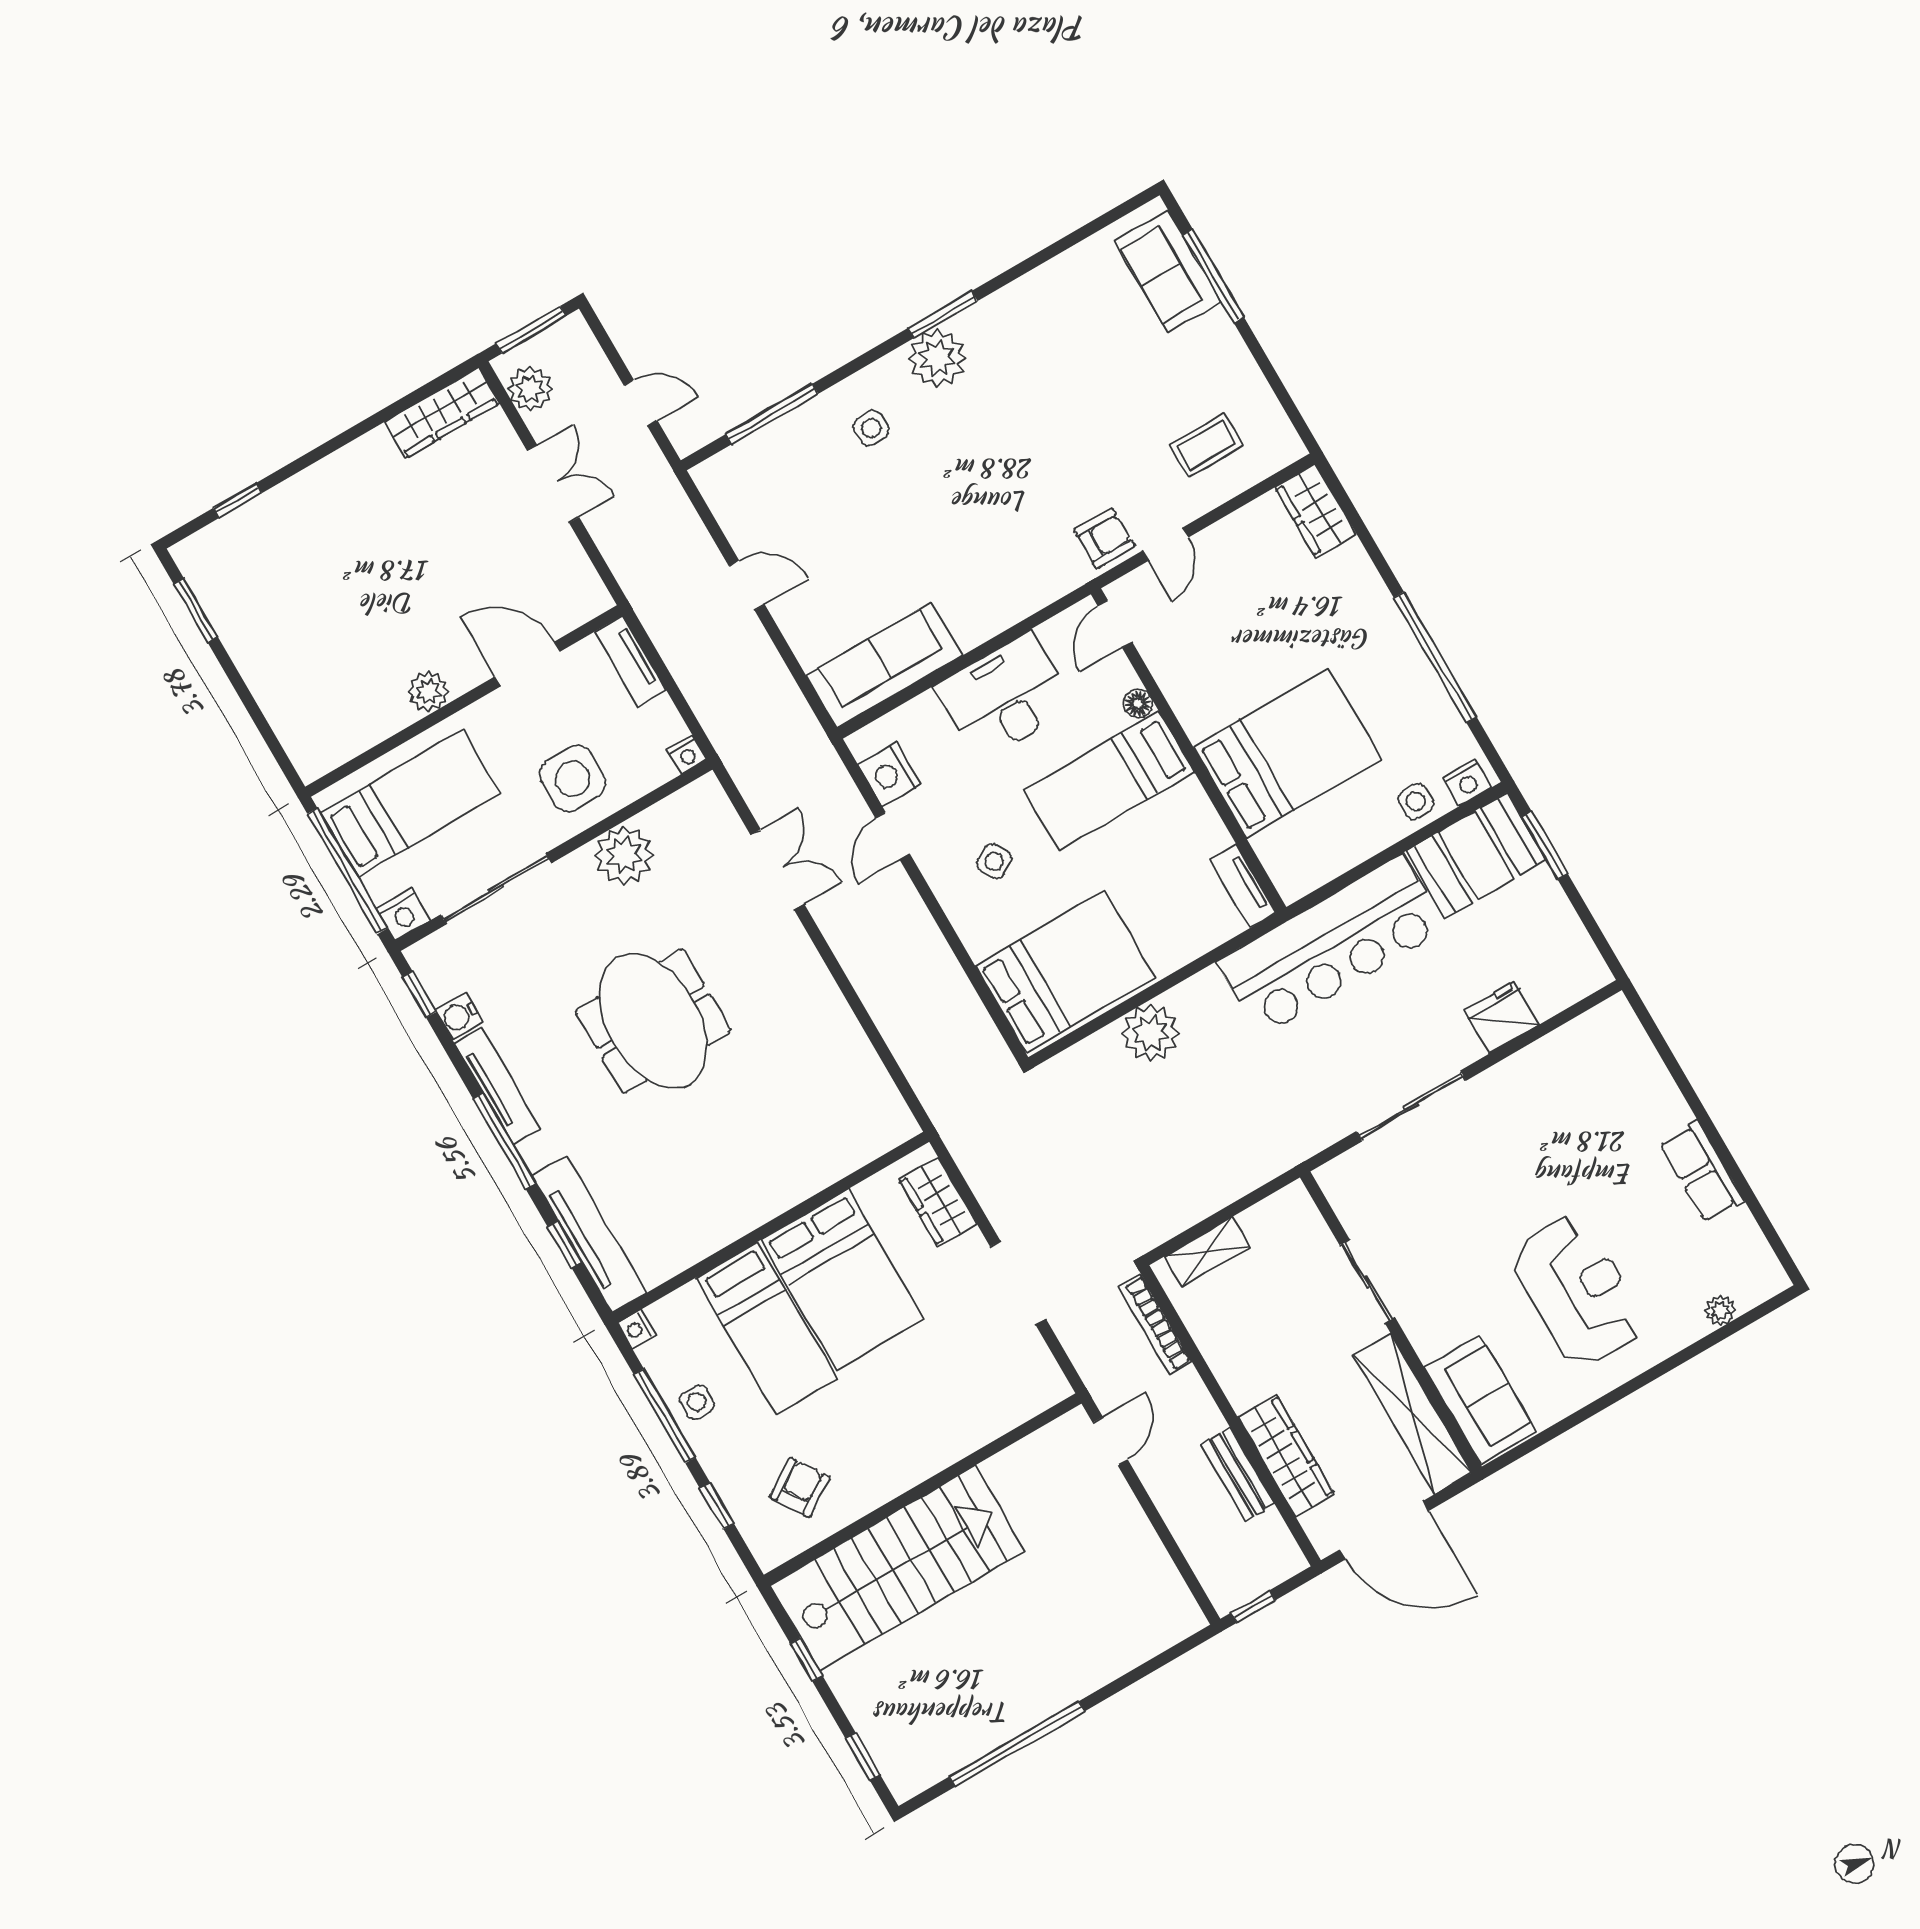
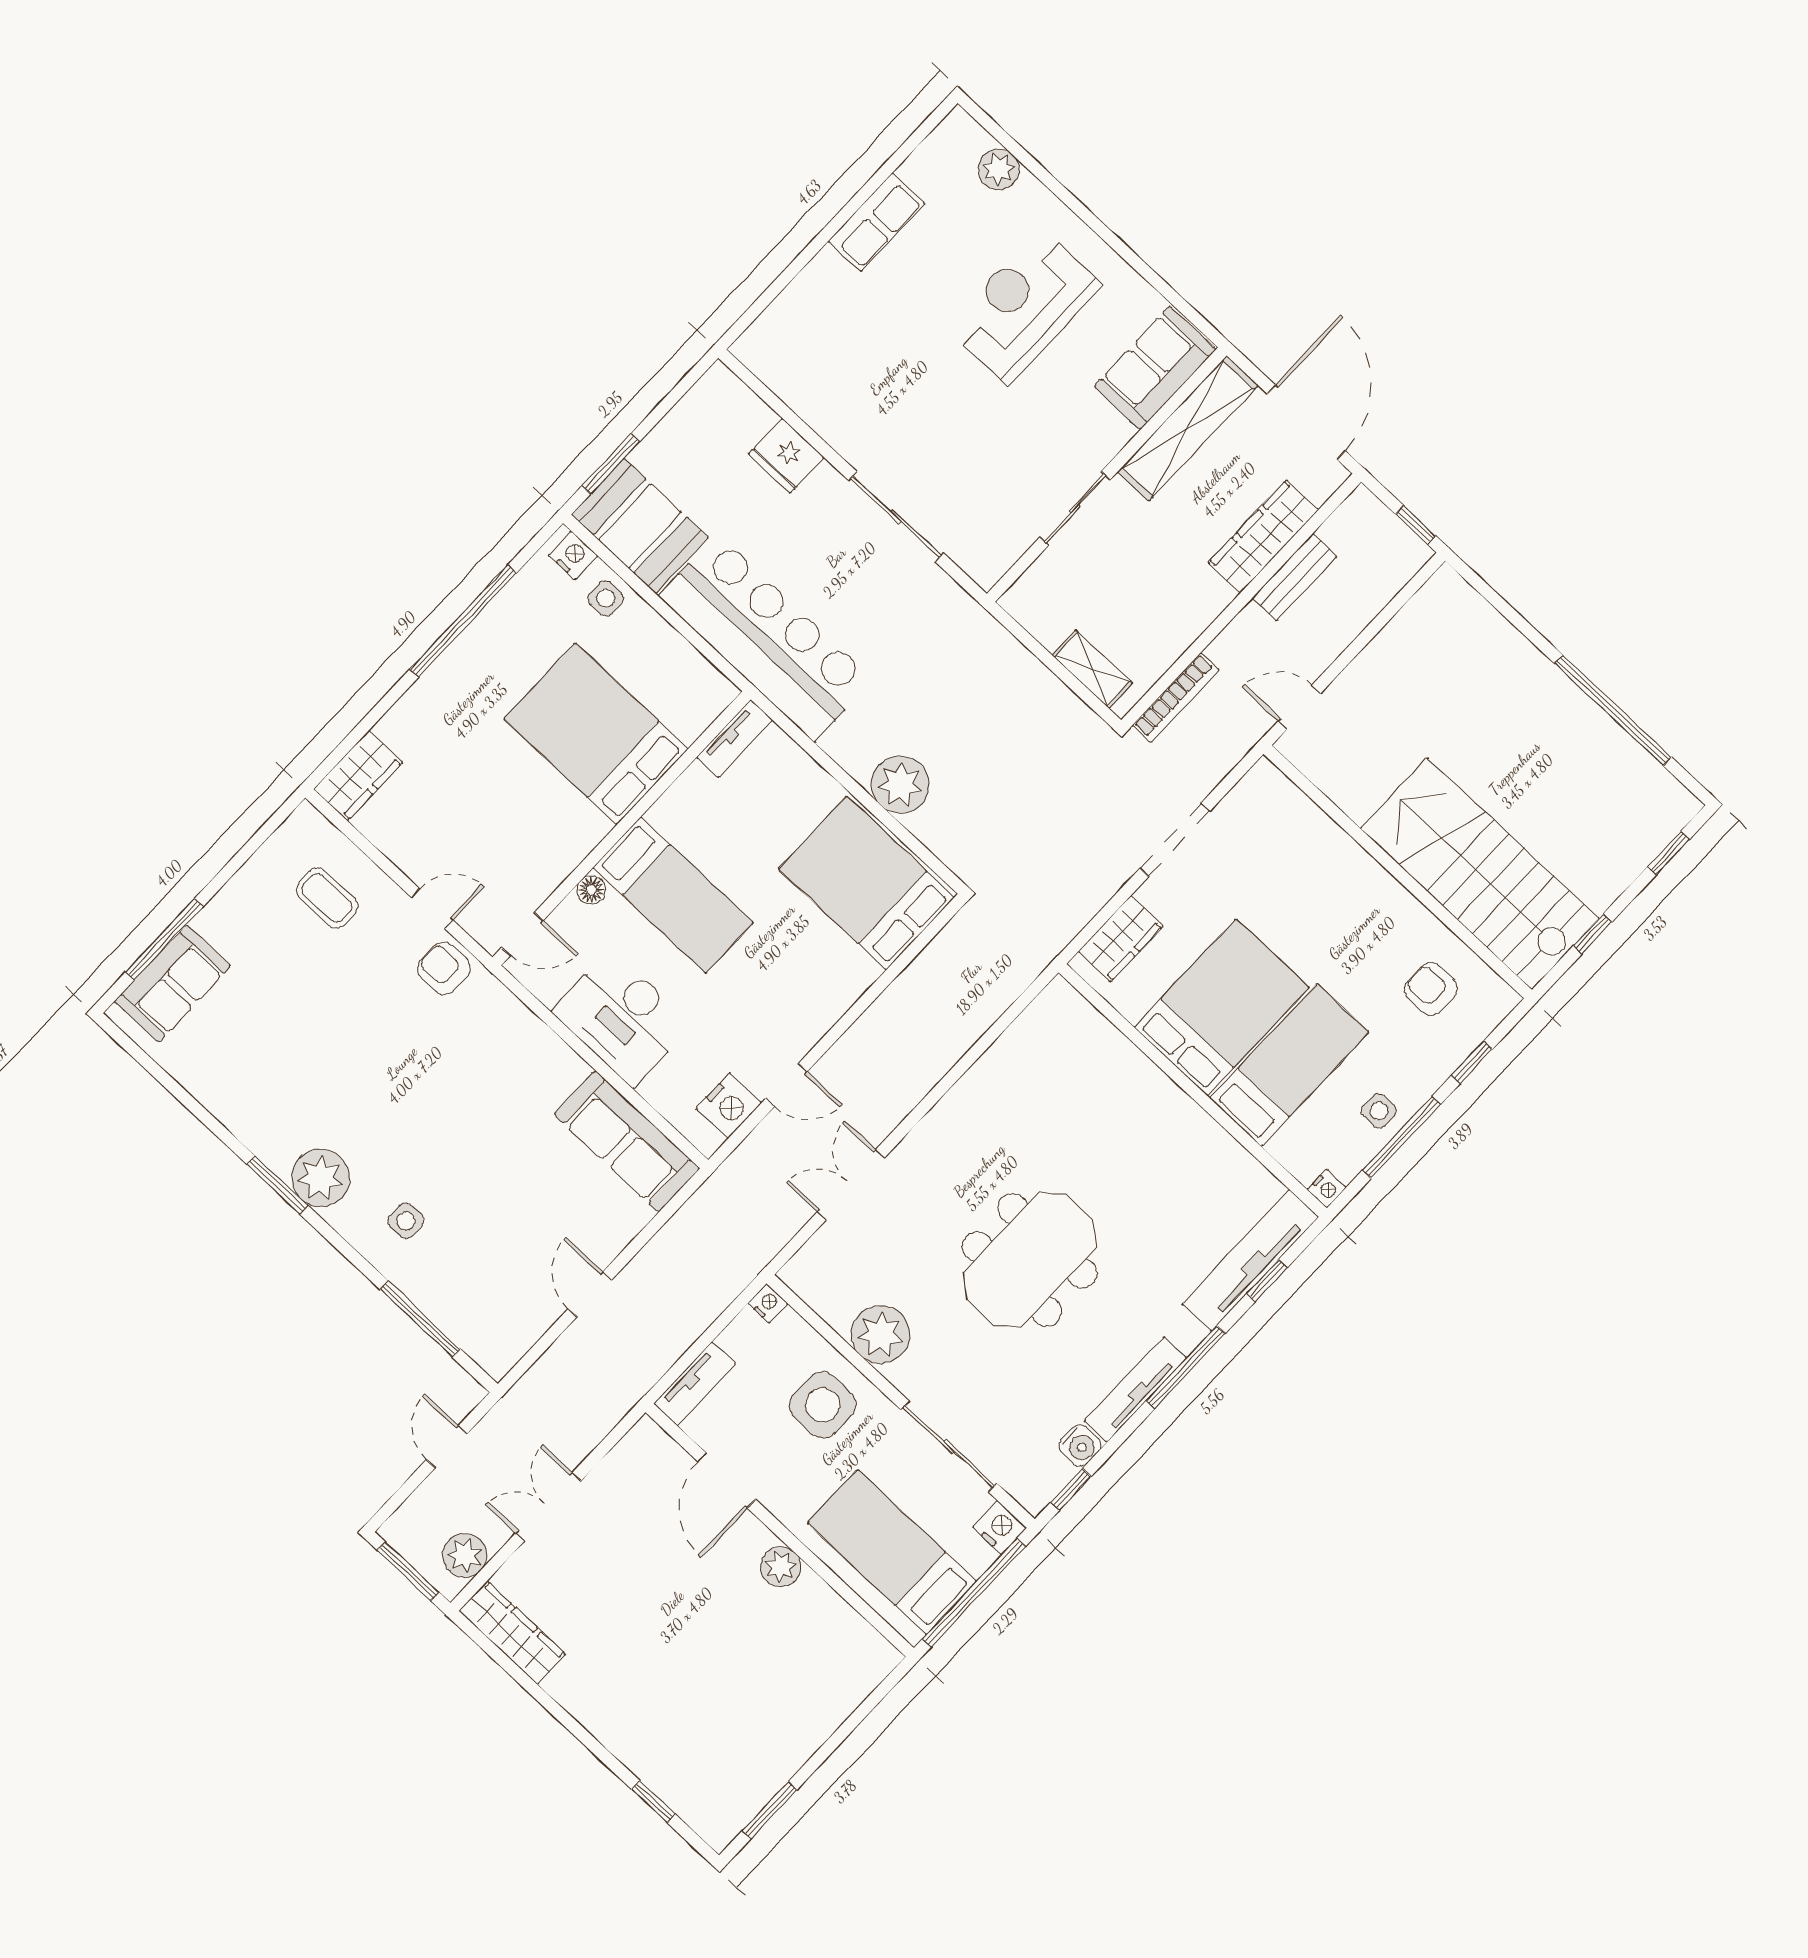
side table: (994, 861) -> (782, 982), removed
plant: (1720, 1310) -> (999, 169), width x1.38, depth x1.38
armchair: (800, 1487) -> (1431, 989), turned 33

